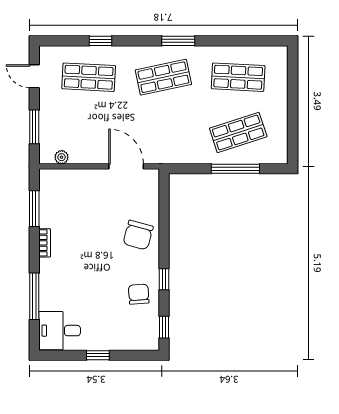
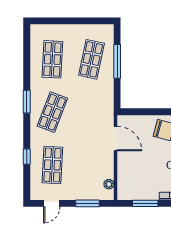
shop shelf: (163, 77) -> (52, 112), turned 33
shop shelf: (238, 132) -> (91, 59), turned 30
door: (126, 166) -> (115, 138), swing flipped

